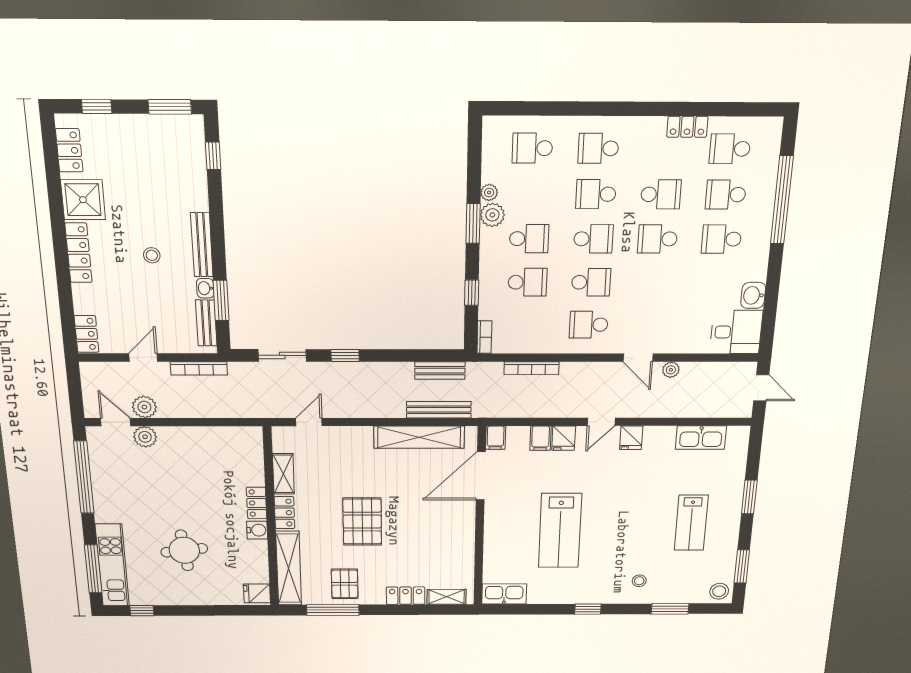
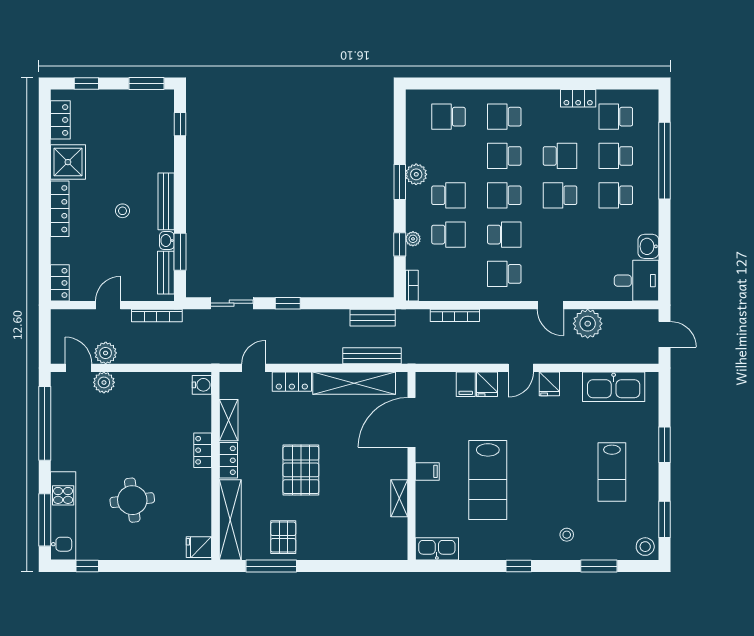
plant: (489, 192) -> (413, 239), moved
school desk: (593, 239) -> (504, 195), turned 180
plant: (671, 370) -> (588, 324), width x1.87, depth x1.87
filing cabinet: (496, 438) -> (427, 471), moved, turned -90
kitchen sink: (701, 438) -> (614, 387), width x1.36, depth x1.24
water cooler: (257, 530) -> (202, 385), moved
locker: (406, 596) -> (292, 382), moved, turned 180
shelving: (447, 597) -> (399, 498), moved, turned 90

